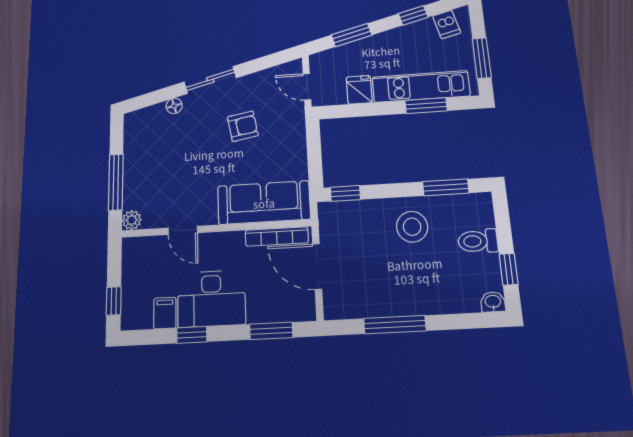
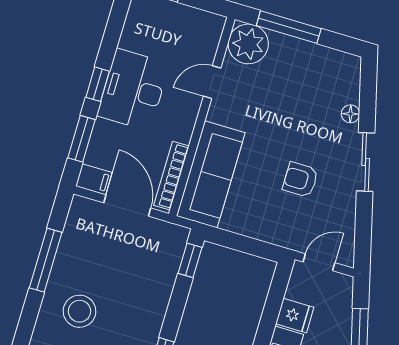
armchair: (243, 126) -> (300, 180), turned 100
plant: (132, 220) -> (248, 44), width x1.88, depth x1.88
stool: (412, 227) -> (80, 311), moved
door: (317, 266) -> (127, 205), hinge flipped
filing cabinet: (165, 313) -> (94, 179), moved
window: (192, 335) -> (98, 84), moved

